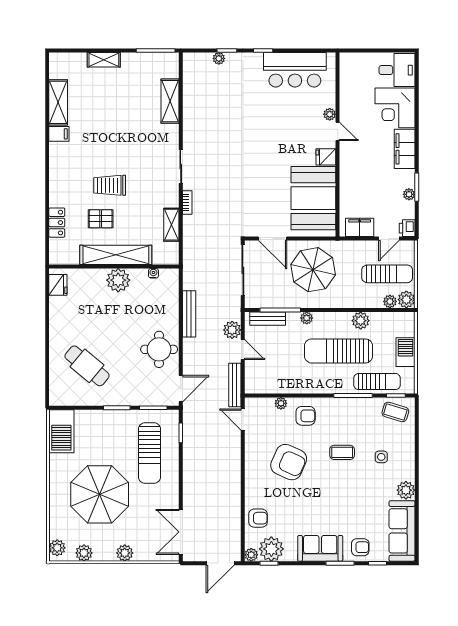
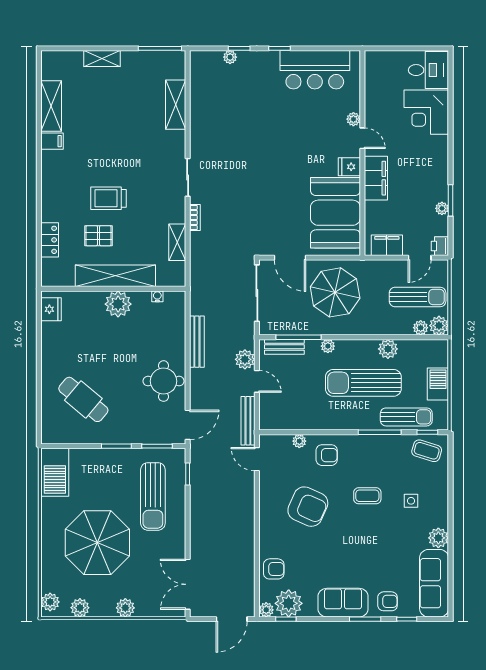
filing cabinet: (405, 149) -> (376, 178), moved, turned 180

